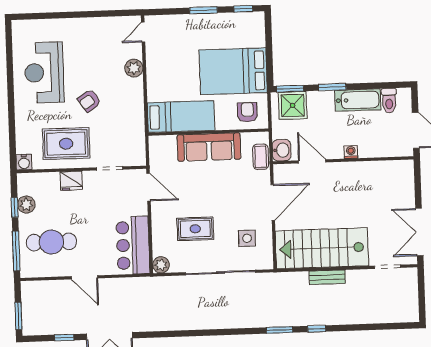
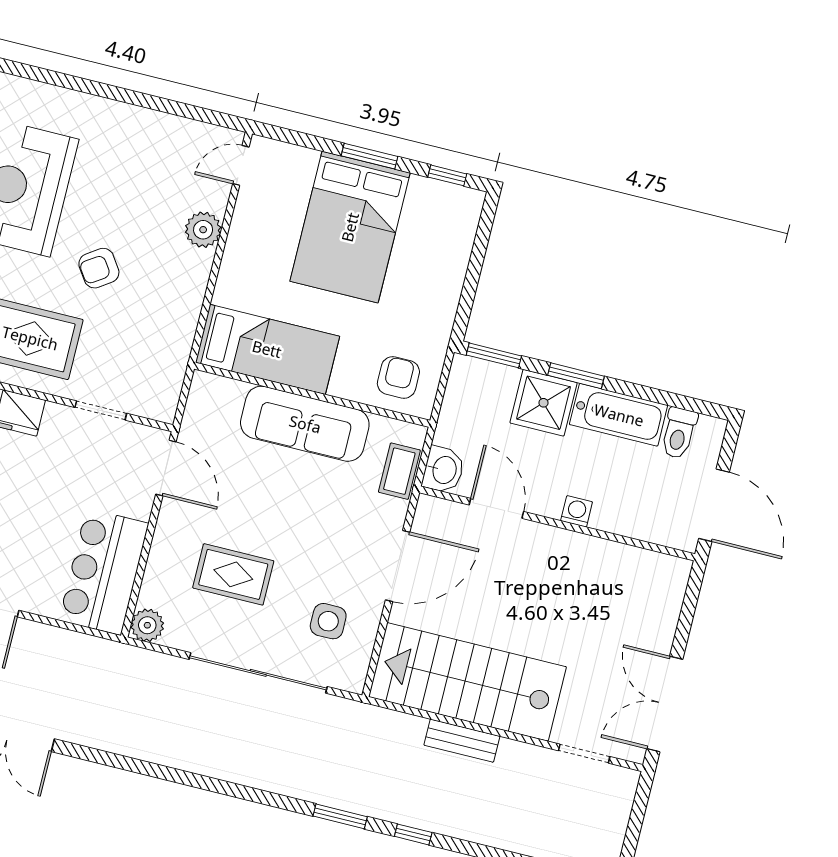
bed: (233, 71) -> (350, 227), moved, turned -90
shower: (293, 105) -> (543, 403), moved

